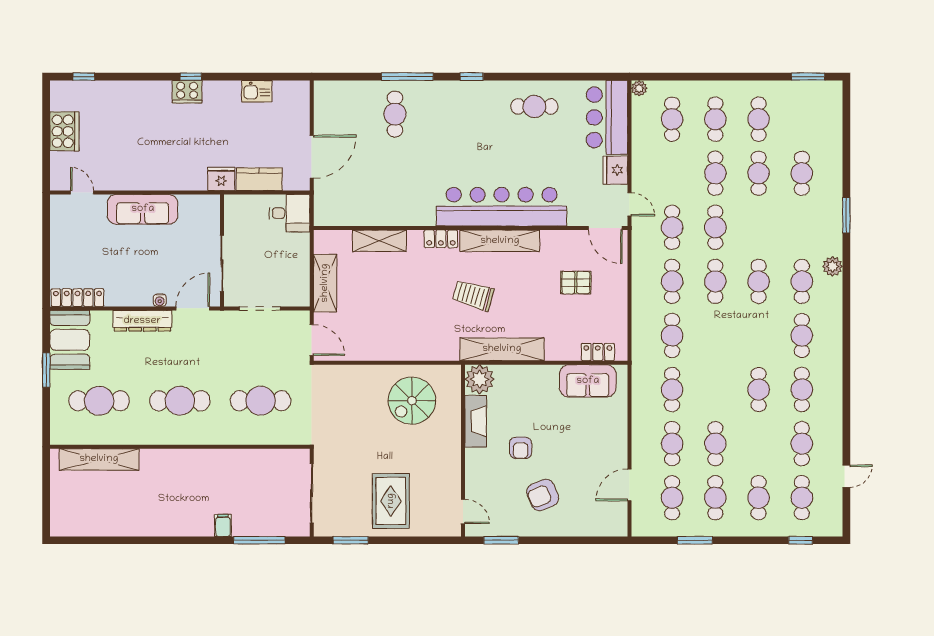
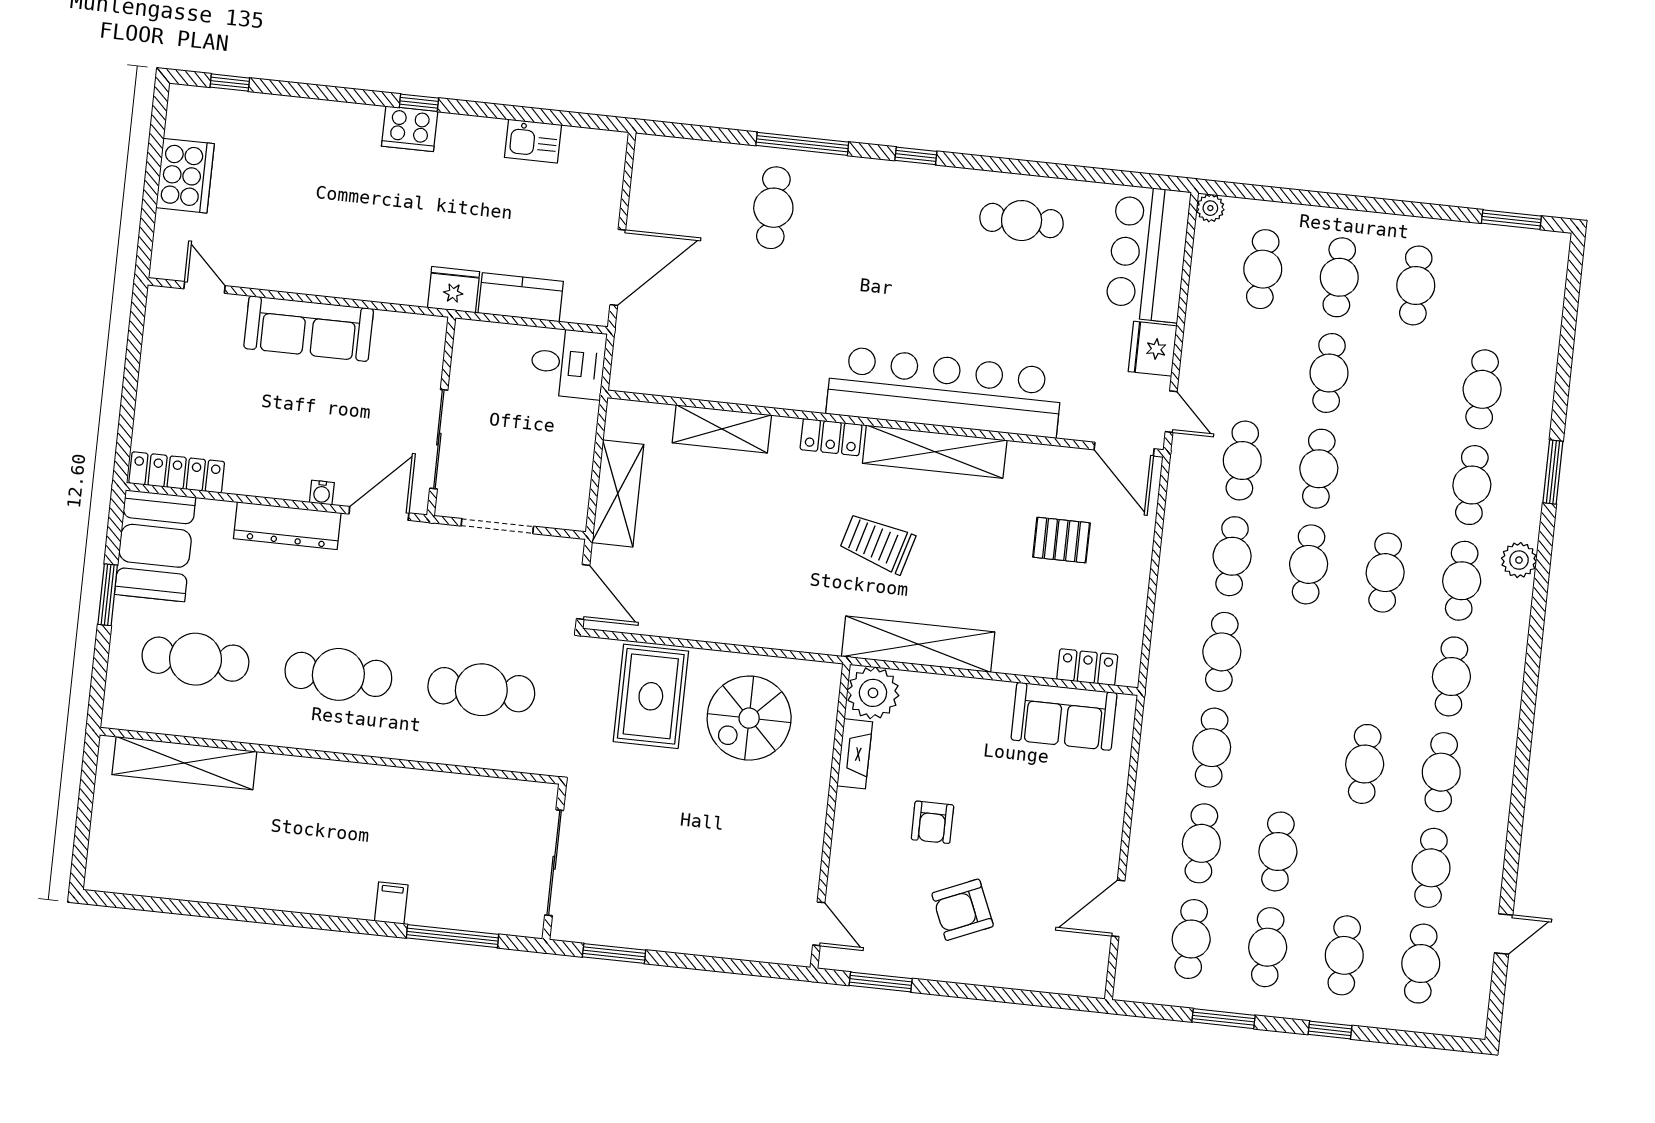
cafe table: (759, 173) -> (1472, 485), moved
fireplace: (476, 421) -> (855, 754), width x0.73, depth x0.76
rug: (391, 501) -> (651, 696), moved
window: (801, 540) -> (1330, 1030), moved

